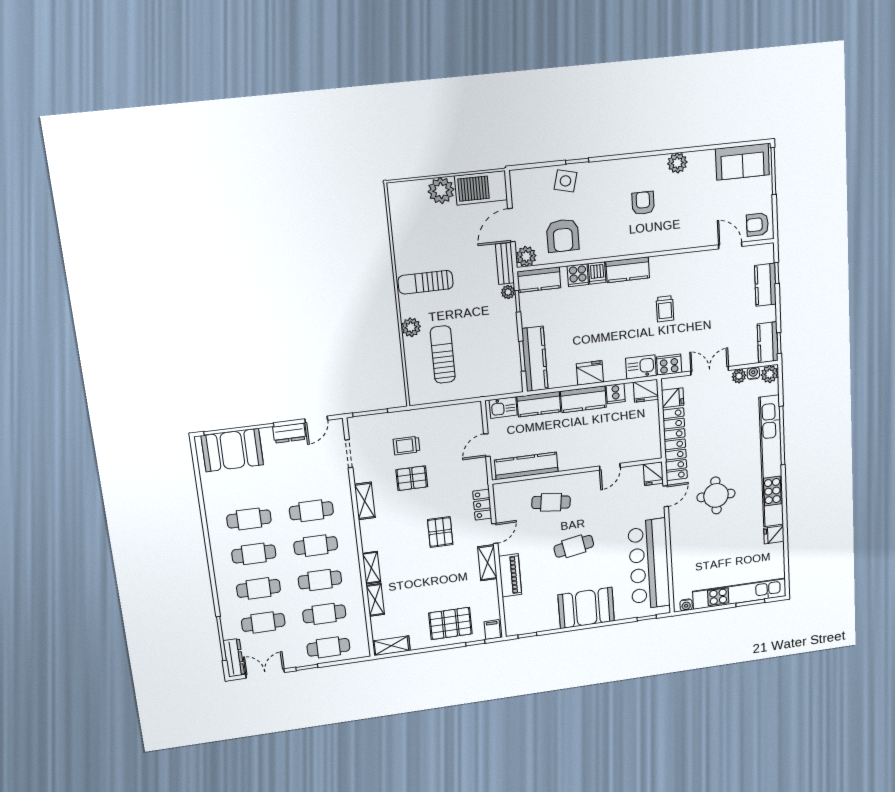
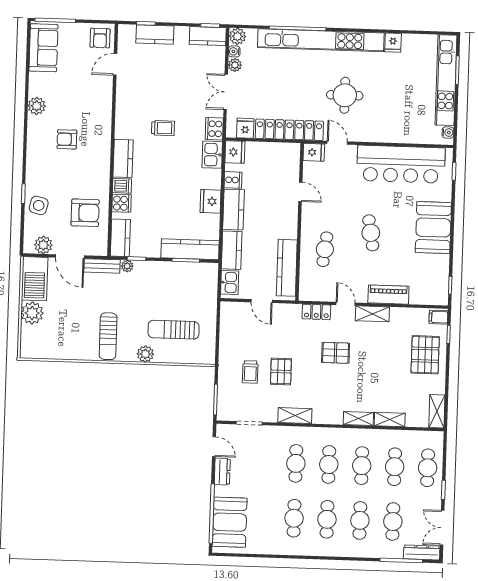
plant: (526, 256) -> (43, 245), moved

